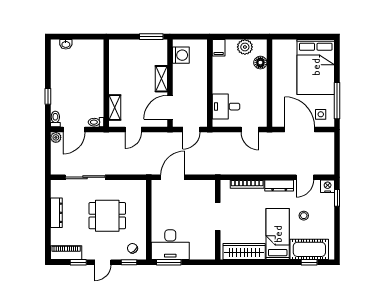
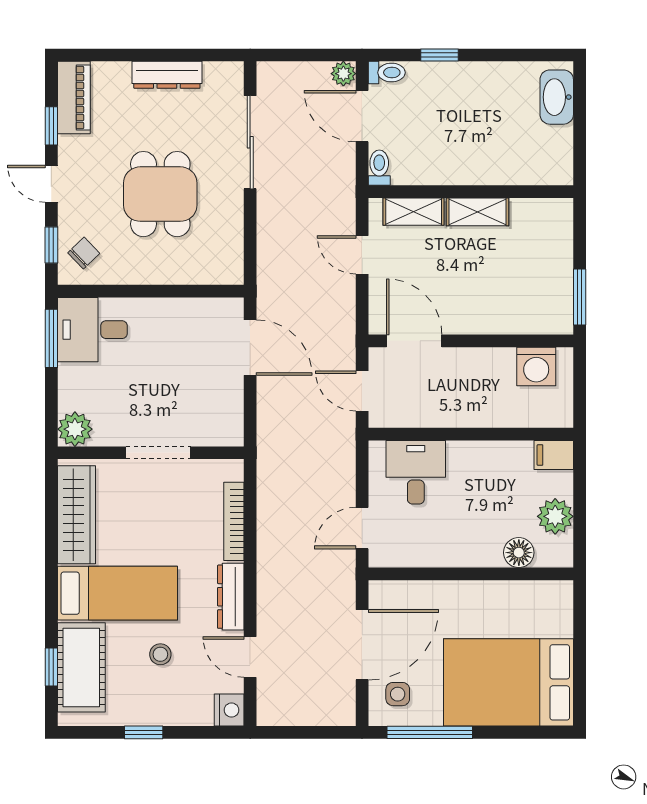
washbasin: (66, 44) -> (557, 97), width x1.91, depth x1.45
shelving: (161, 79) -> (477, 212), moved
window: (337, 198) -> (144, 732), moved
desk: (170, 245) -> (92, 330), width x0.73
plant: (208, 252) -> (75, 429), added

